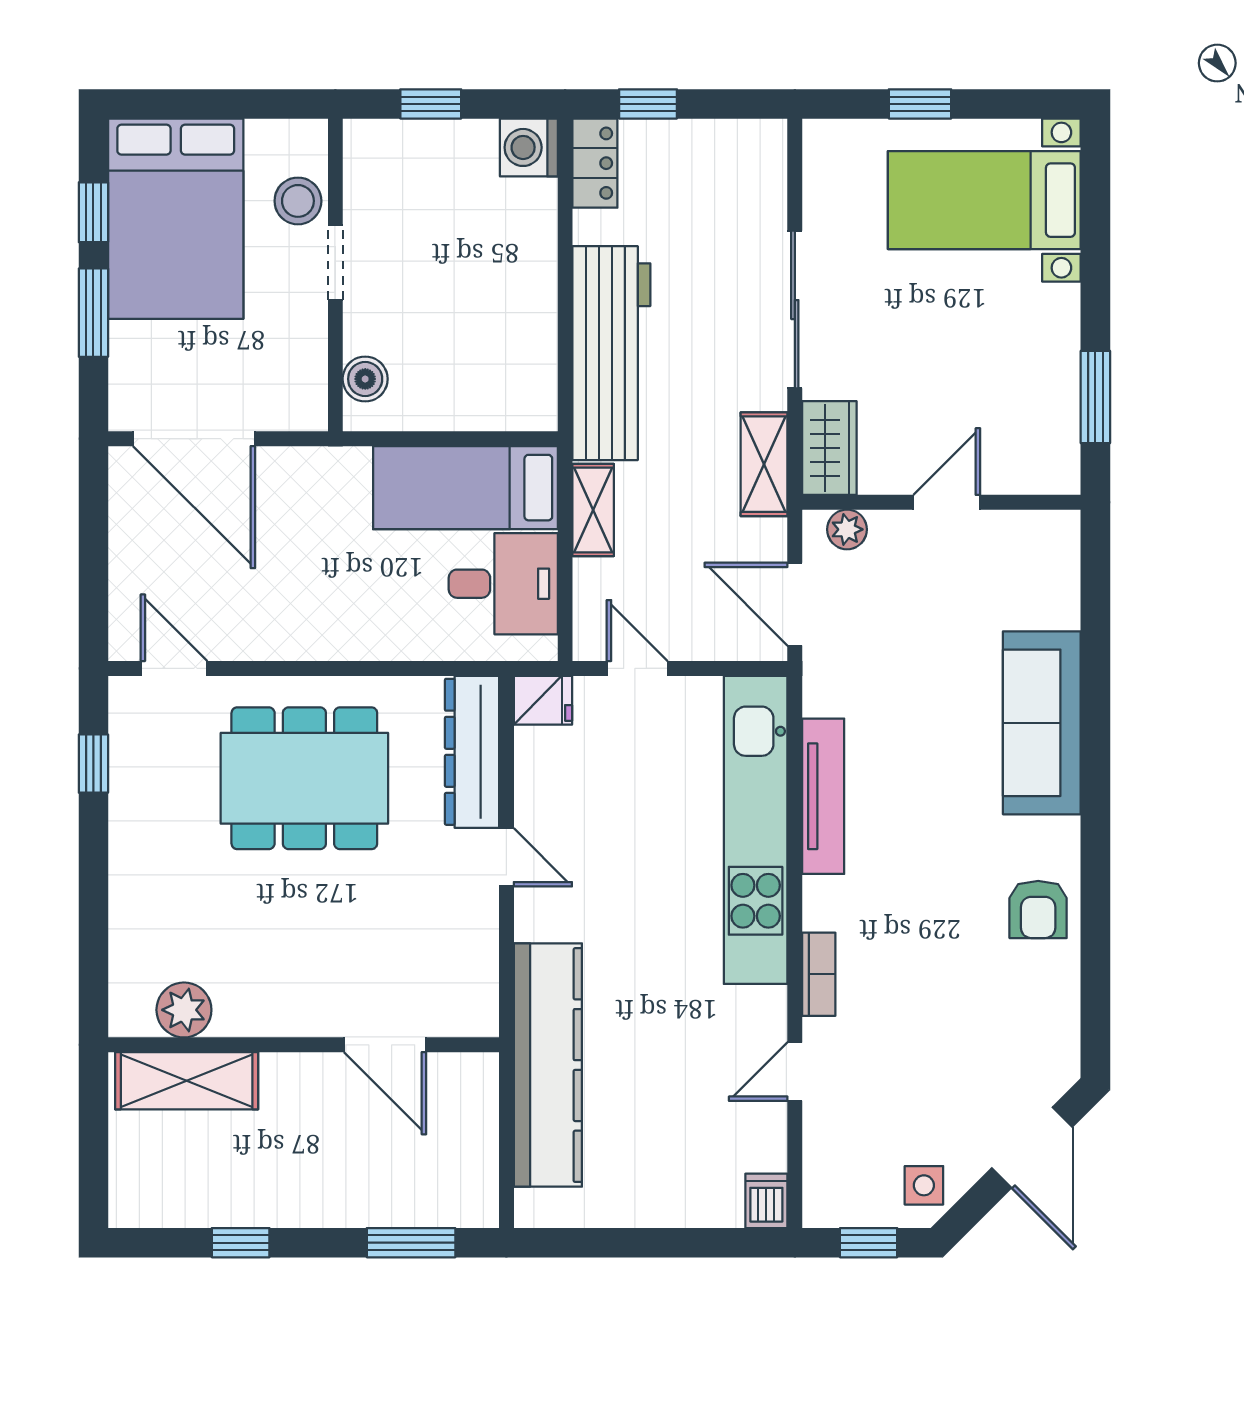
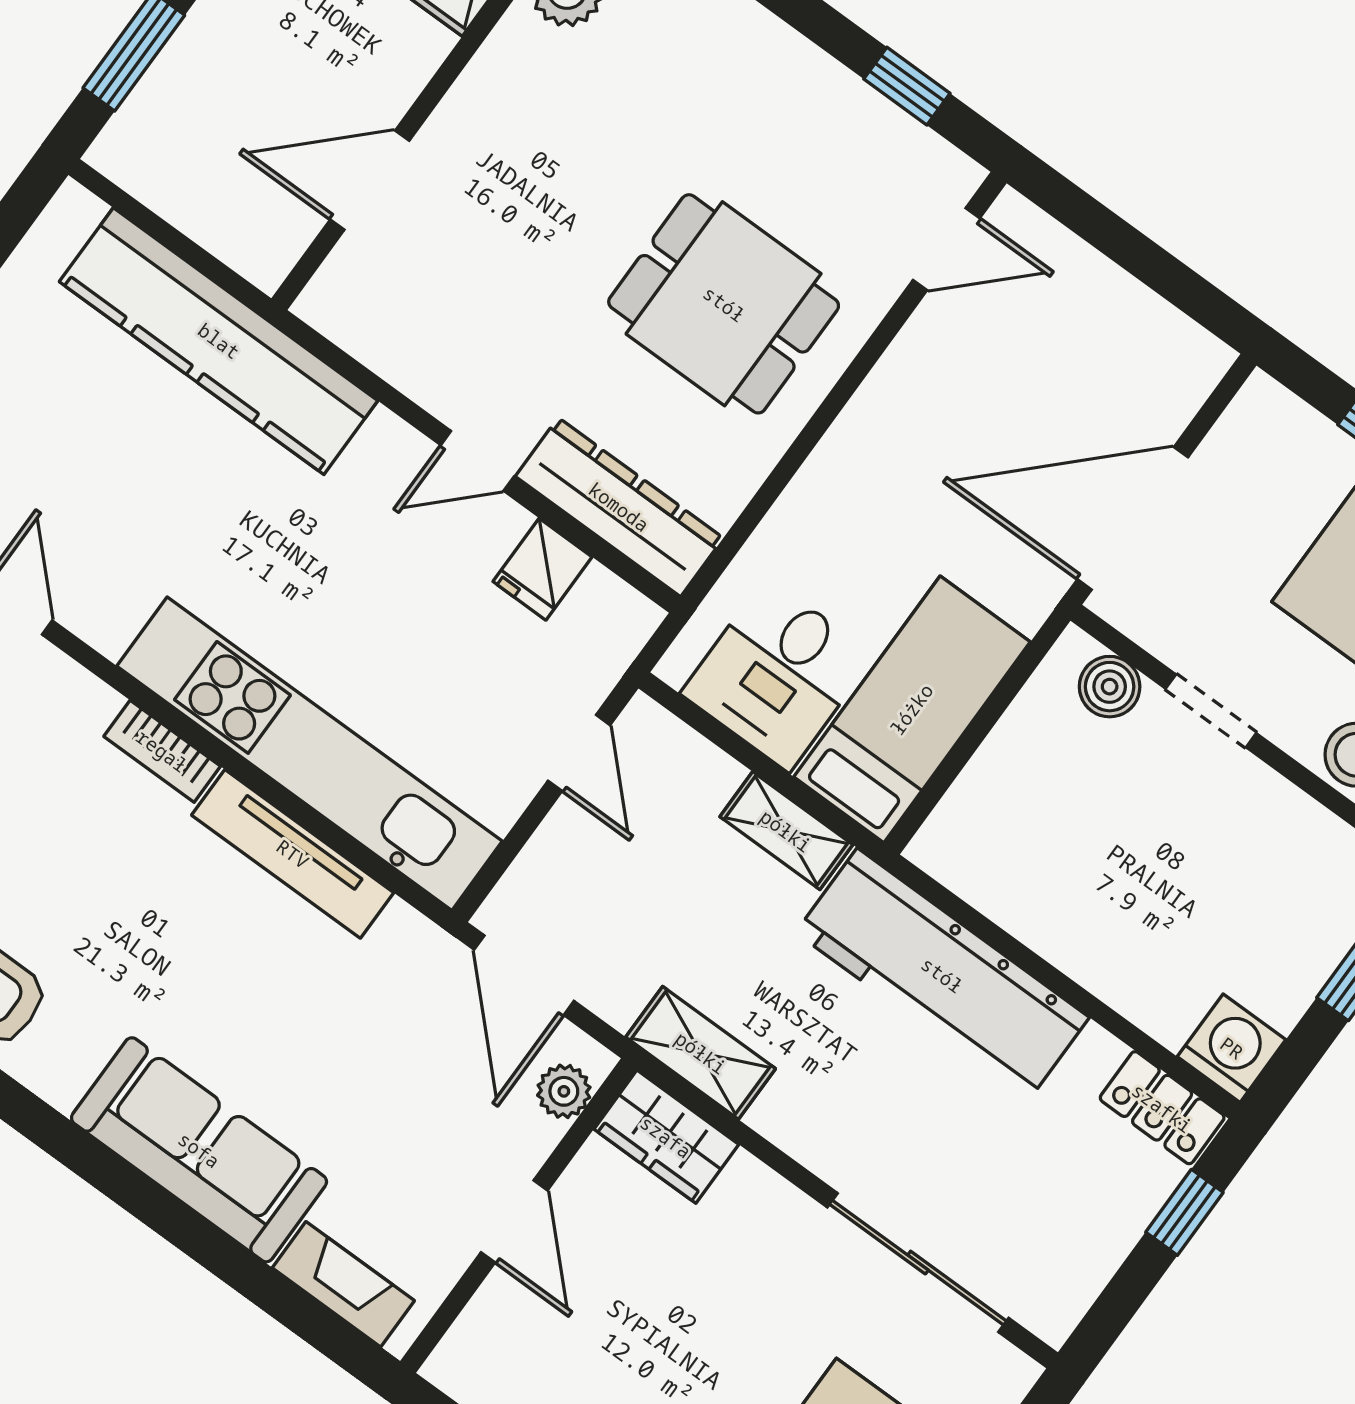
doorway: (335, 263) -> (1211, 711), moved
sliding door: (795, 310) -> (918, 1263), moved
door: (194, 439) -> (1133, 518), moved
fireplace: (1059, 577) -> (343, 1284), added
door: (795, 604) -> (524, 975), swing flipped
door: (637, 668) -> (579, 753), hinge flipped
fridge: (543, 700) -> (542, 569), moved
dining table: (304, 778) -> (724, 304), width x0.73
bookcase: (819, 974) -> (162, 751), moved

